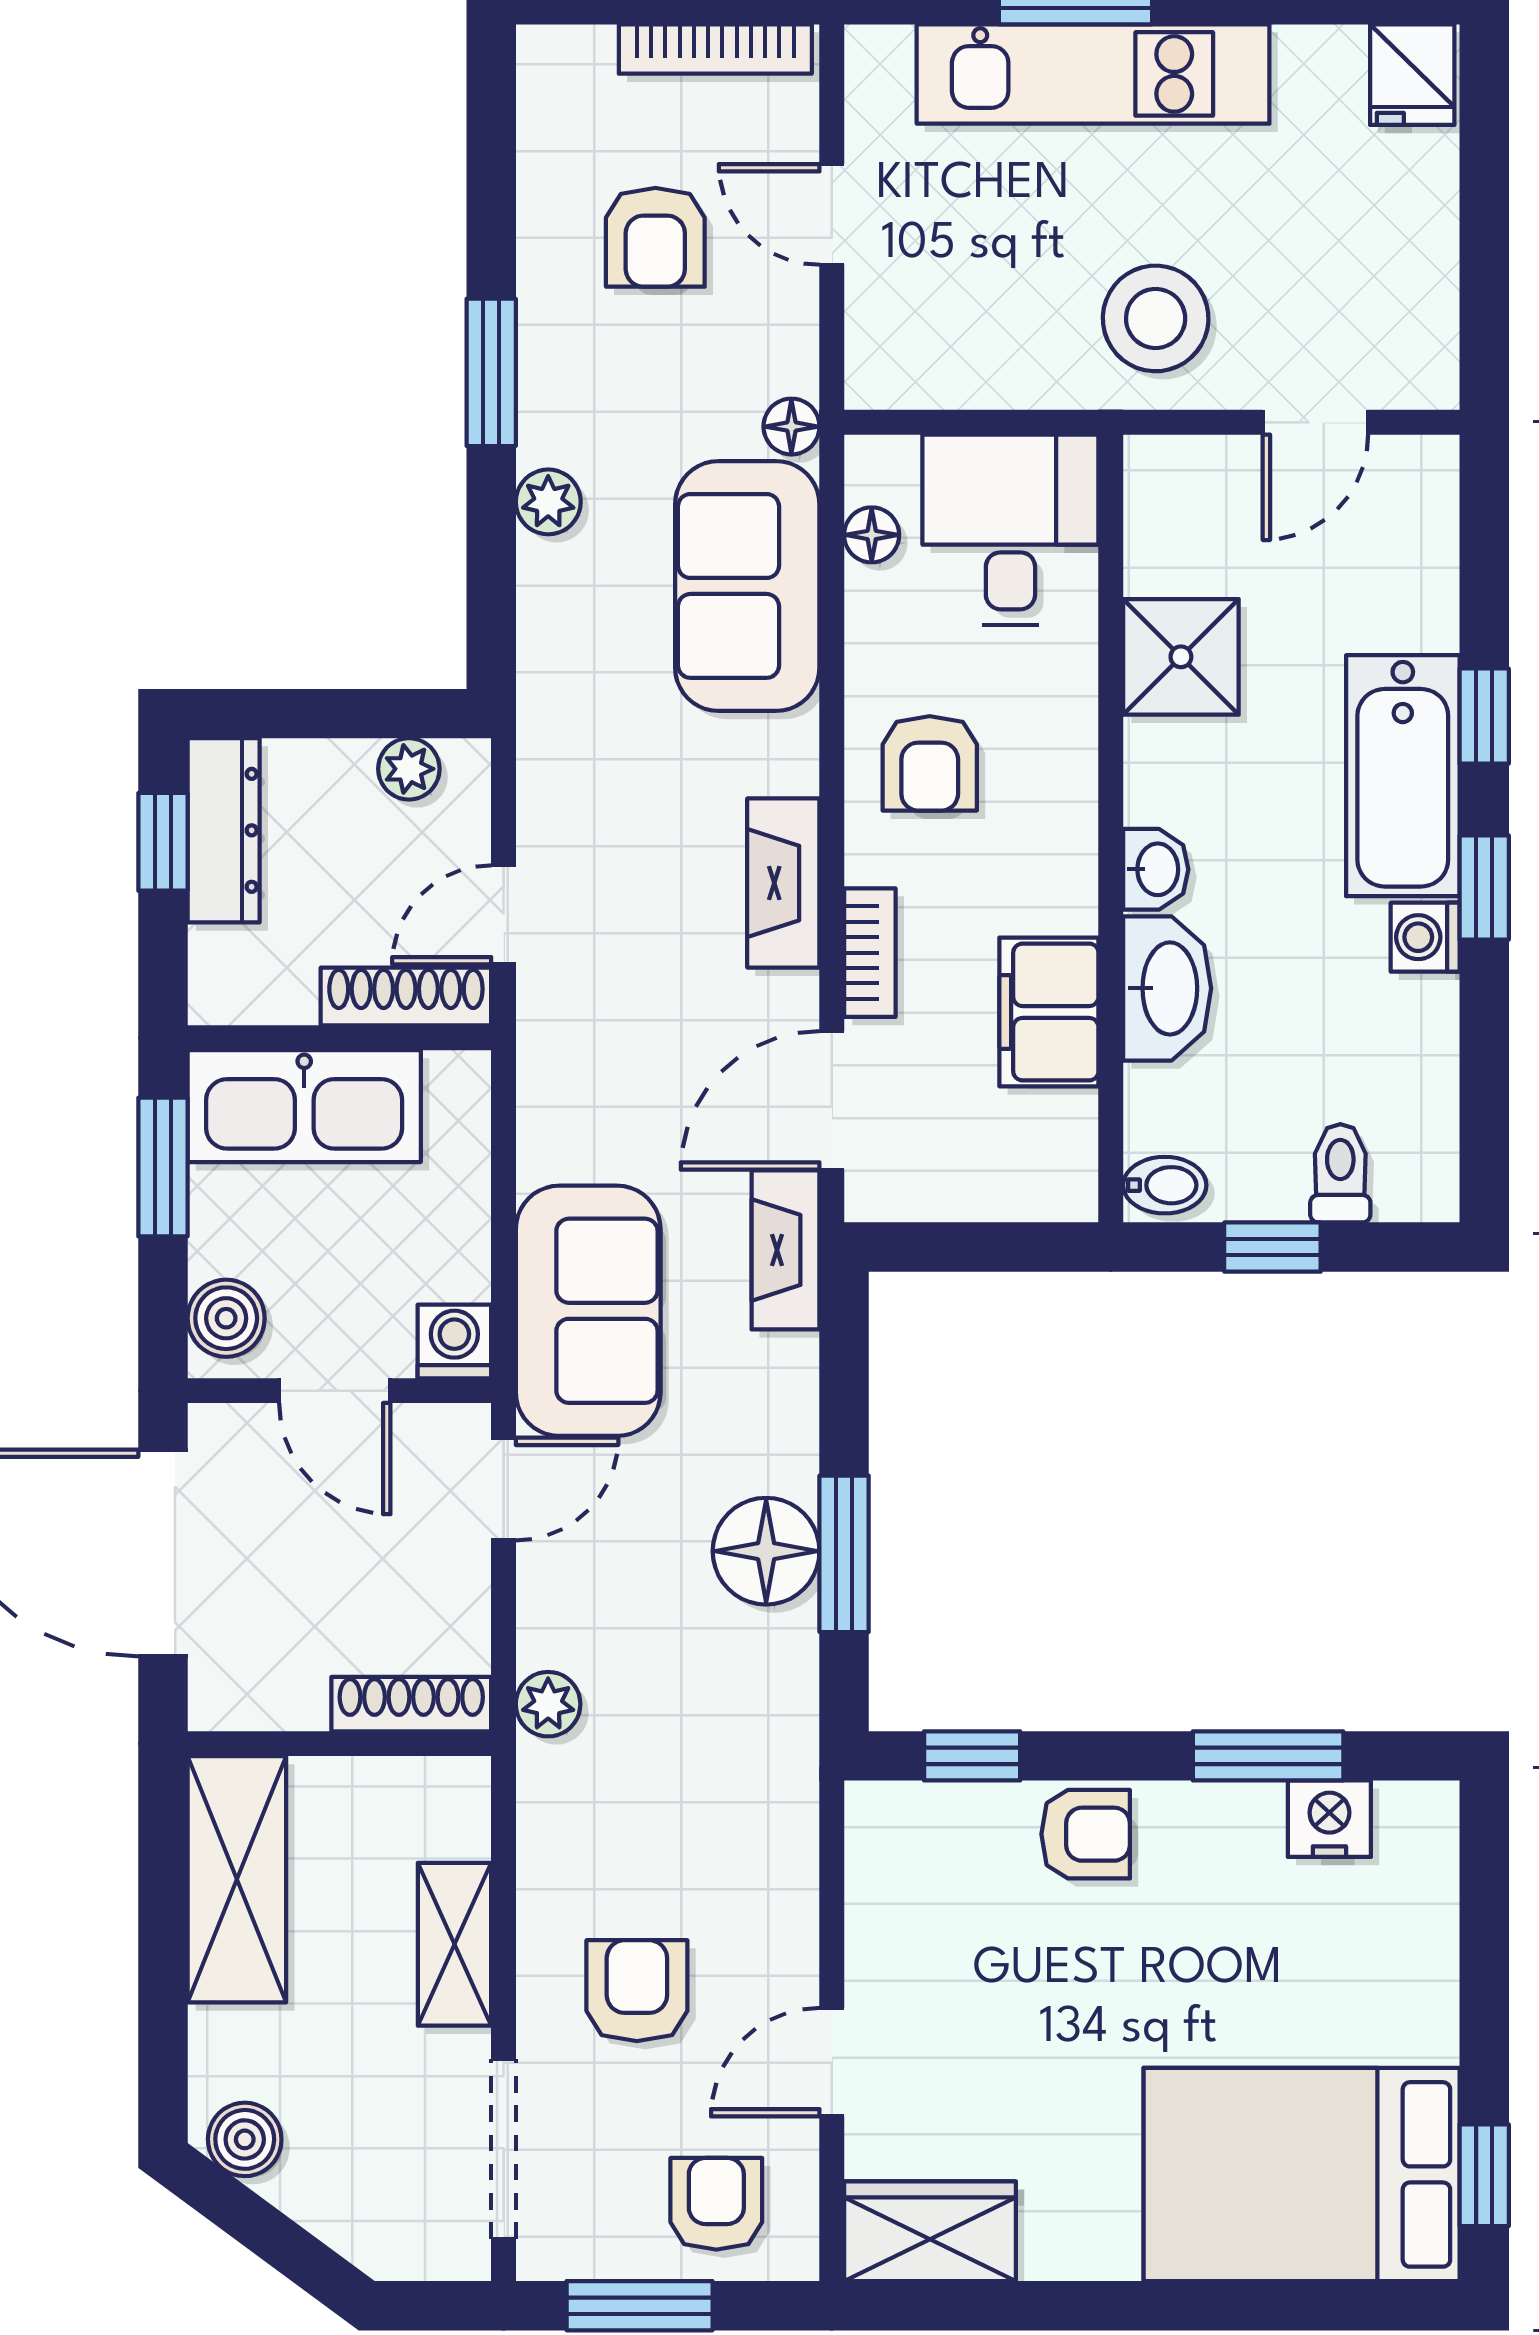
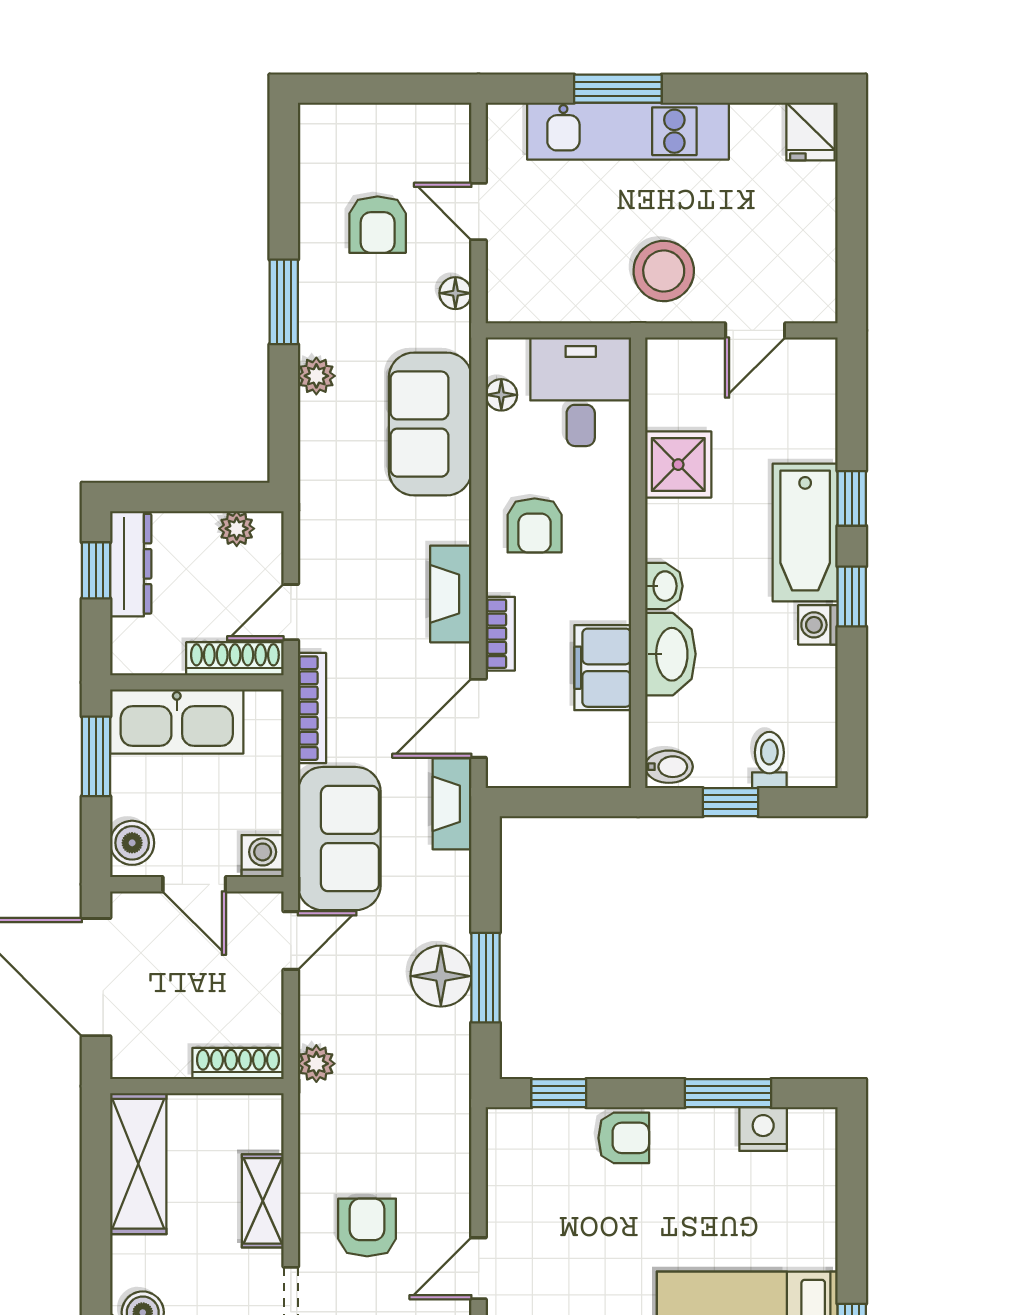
bookcase: (715, 49) -> (312, 708), moved, turned -90
floor lamp: (791, 427) -> (455, 293), moved

